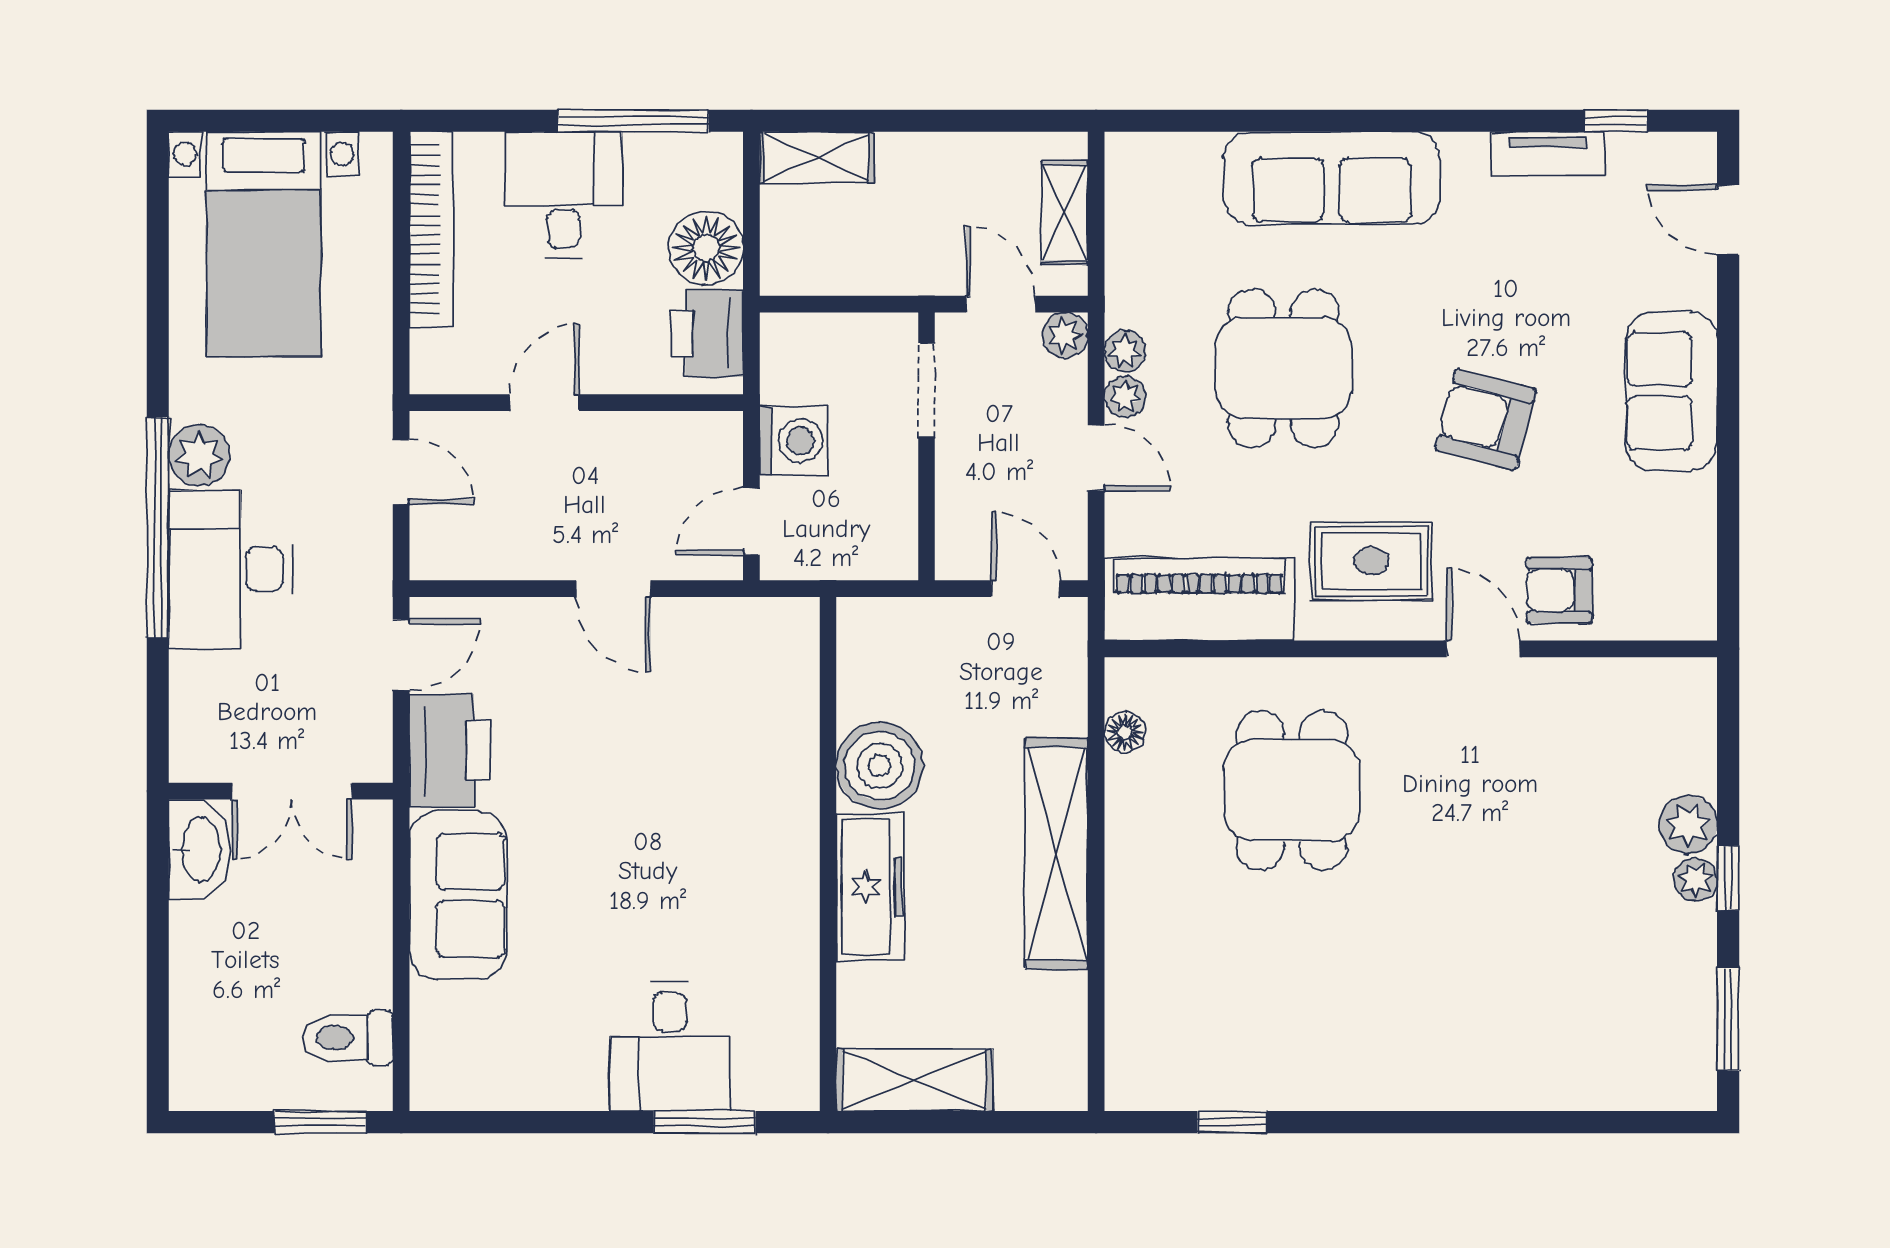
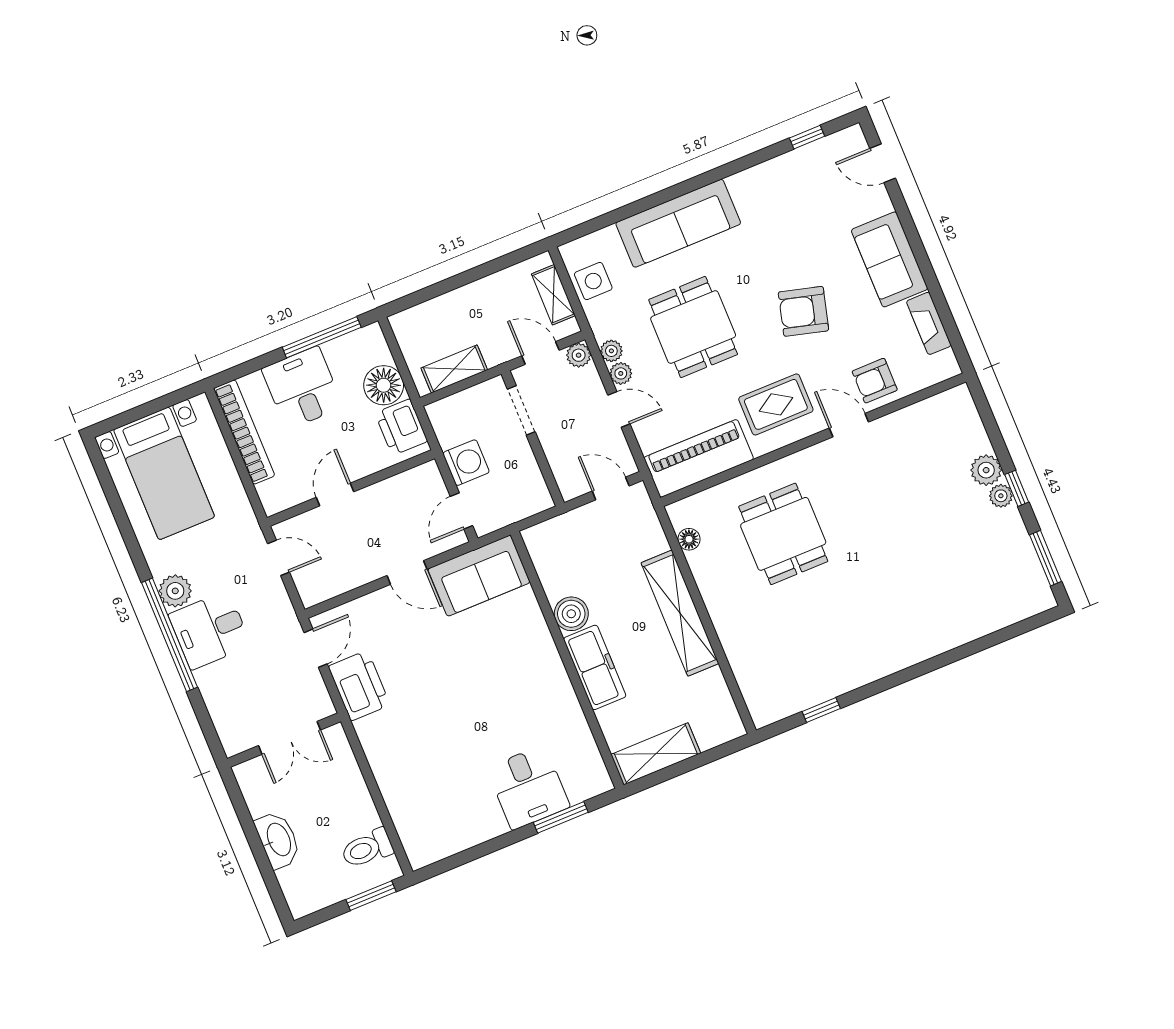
tv unit: (1547, 153) -> (780, 167), removed
shelving: (817, 157) -> (454, 369), moved
side table: (1143, 217) -> (593, 281), added
fireplace: (1694, 530) -> (929, 323), added
desk: (231, 569) -> (210, 630), width x0.73
boiler: (880, 766) -> (571, 614), width x0.73, depth x0.73
washbasin: (199, 850) -> (278, 840), moved
sofa: (458, 895) -> (479, 576), moved, turned 90

